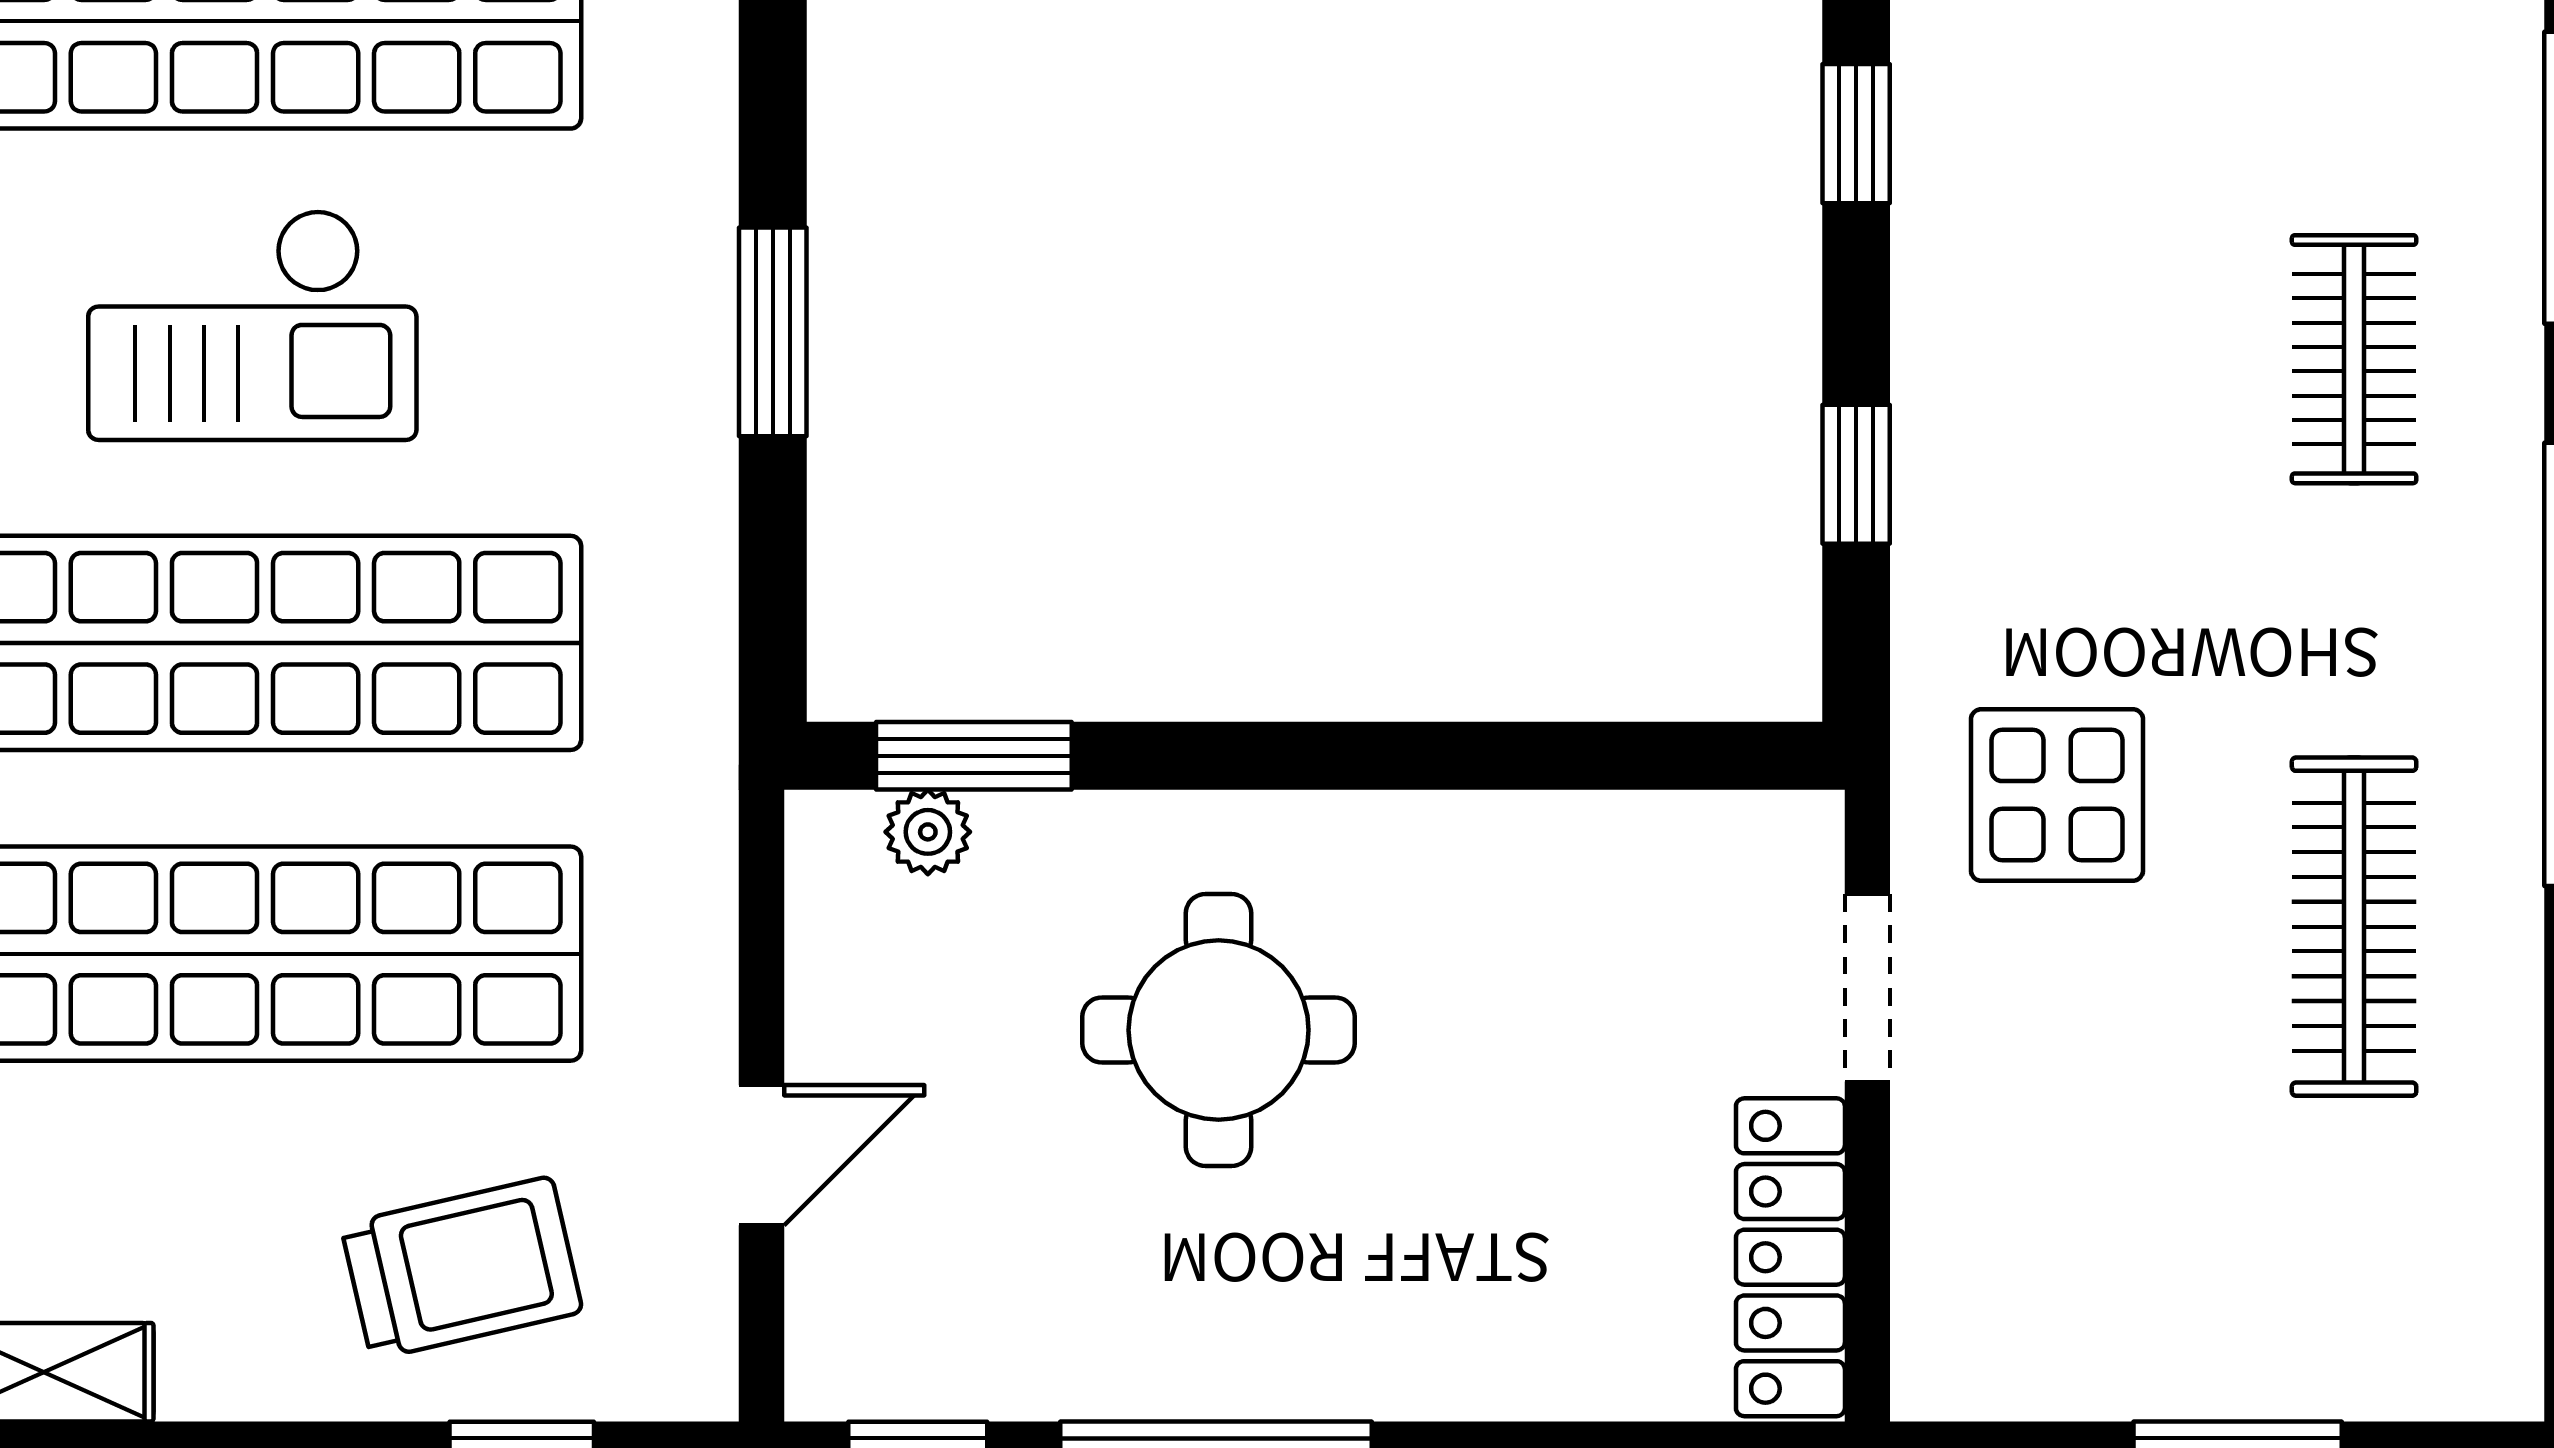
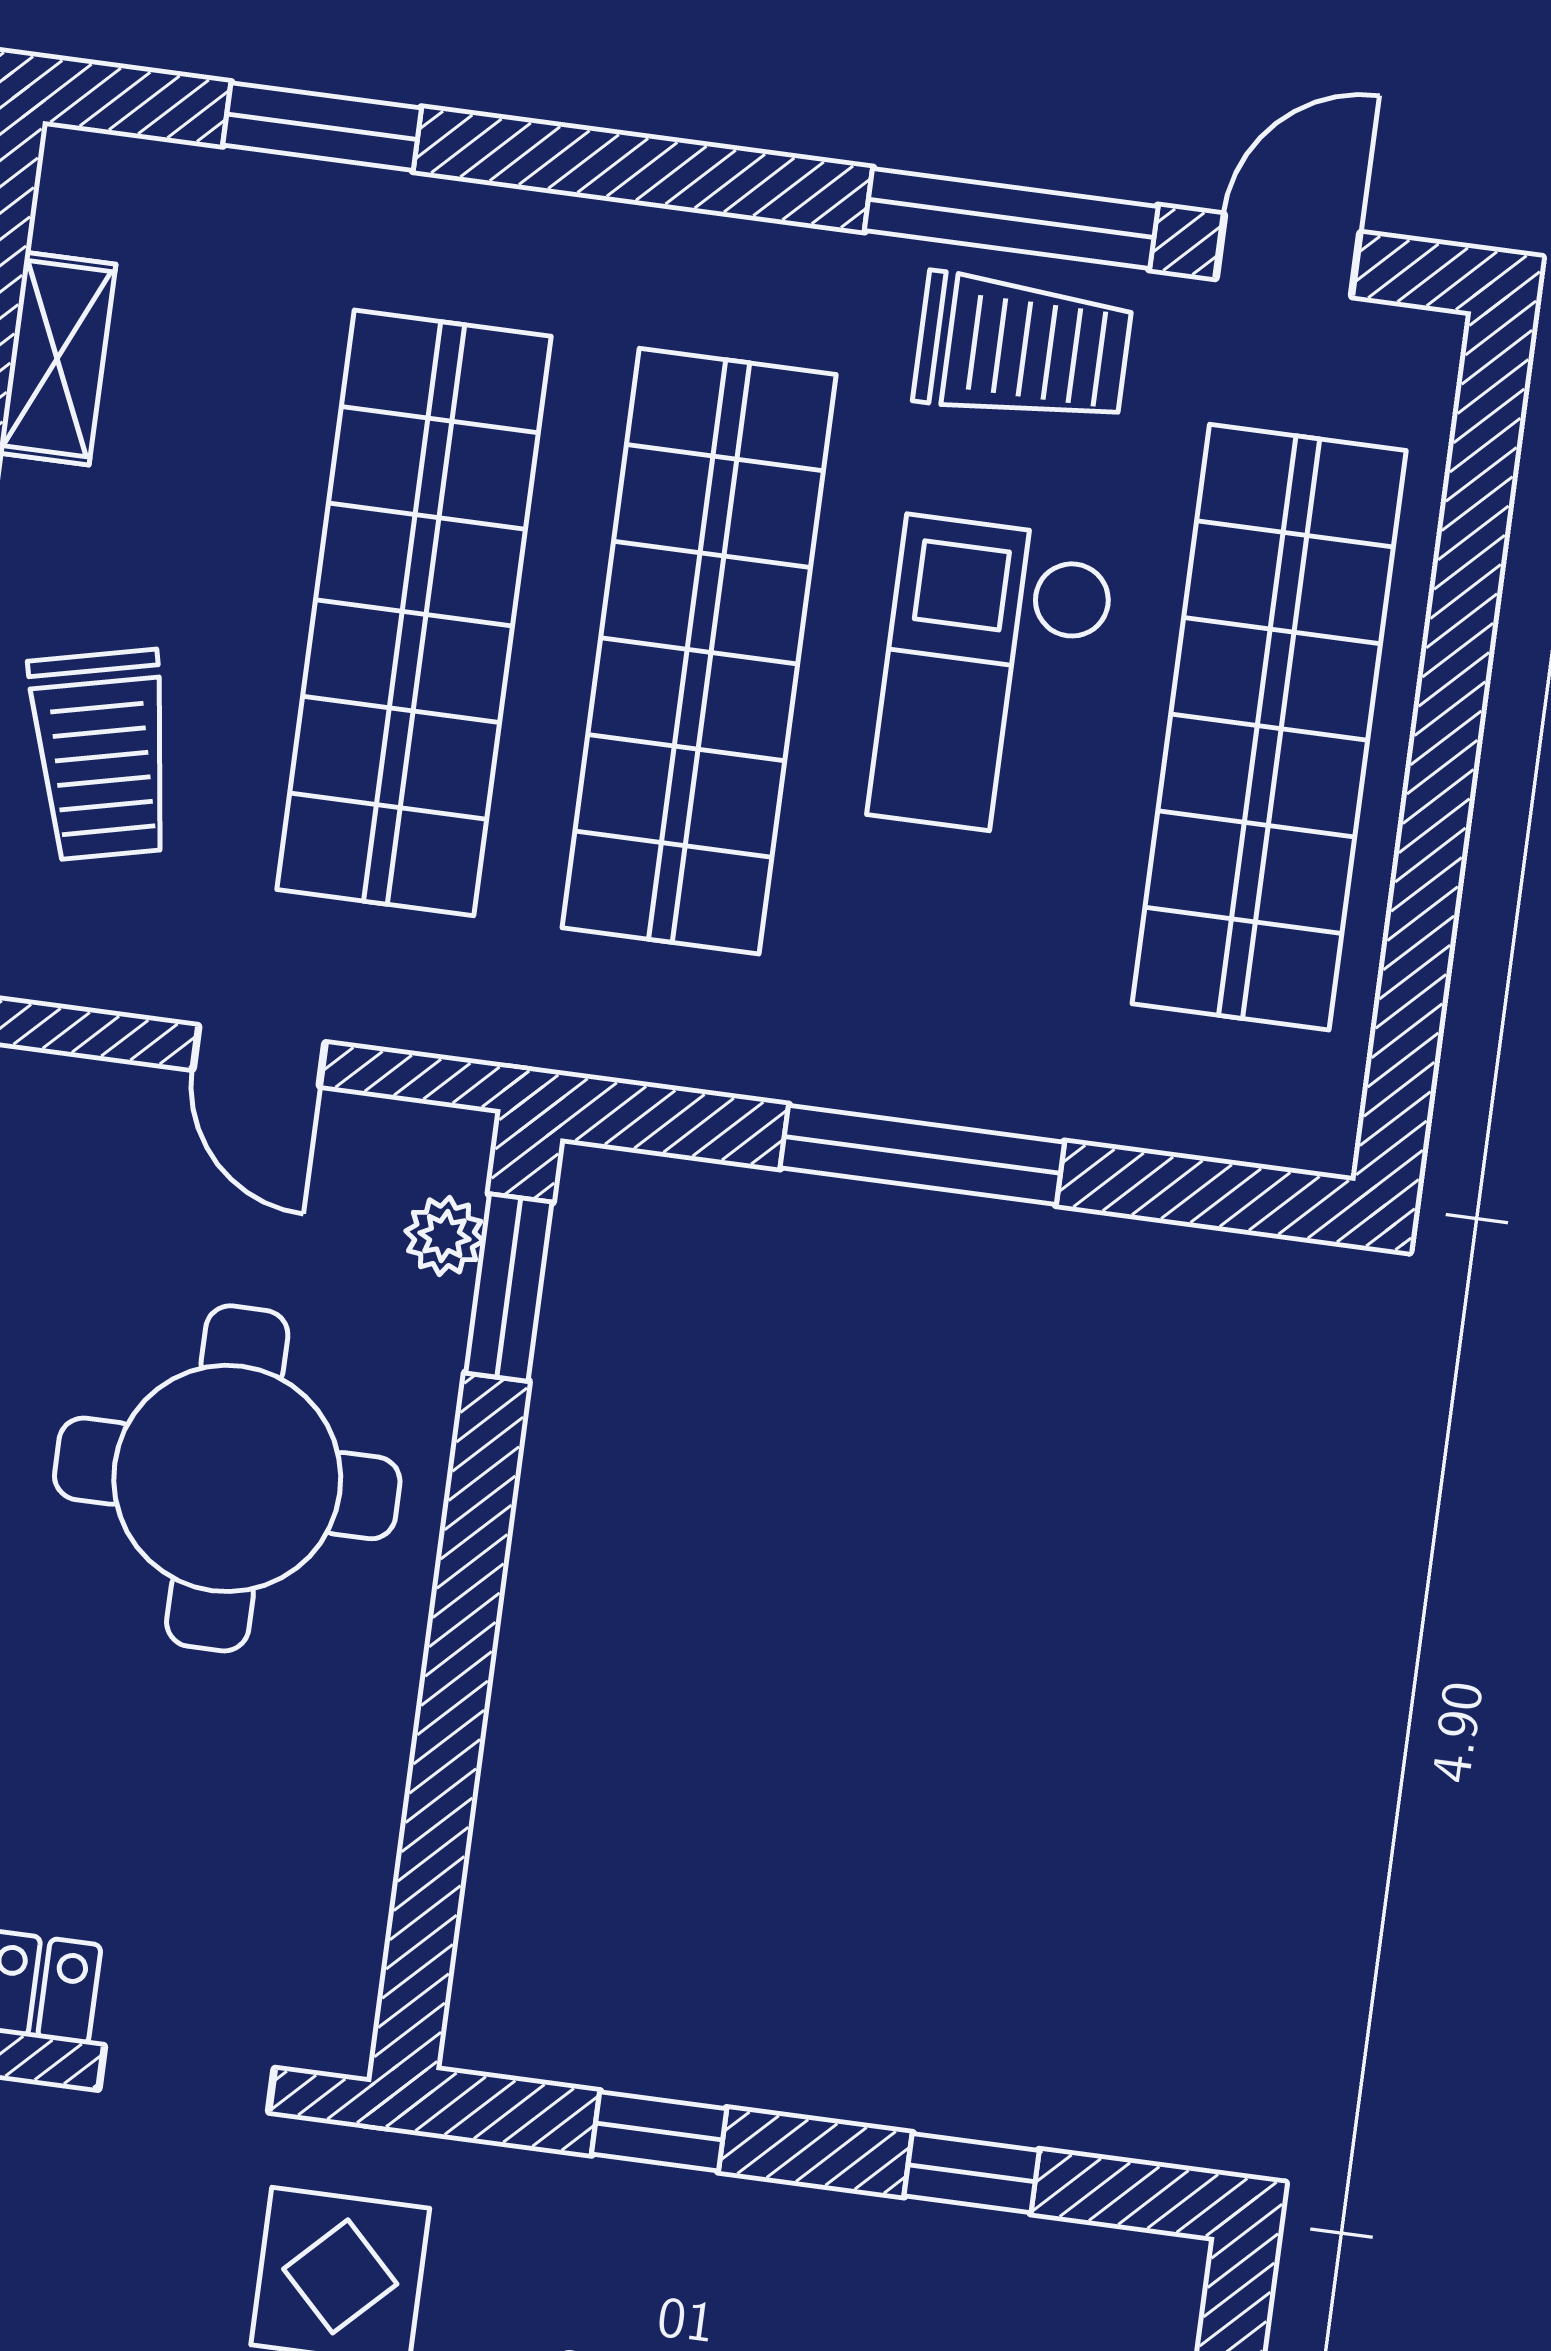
window: (773, 332) -> (922, 1155), width x1.44
round table: (1219, 1030) -> (227, 1478), width x1.36, depth x1.36
door: (762, 1155) -> (259, 1056), moved

